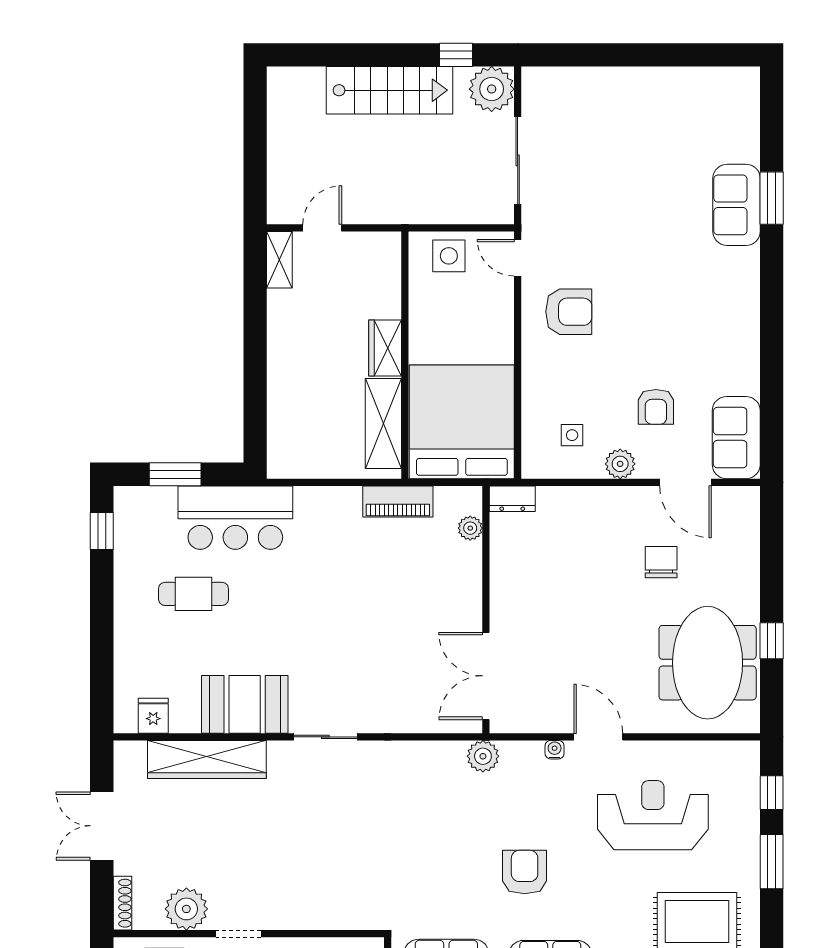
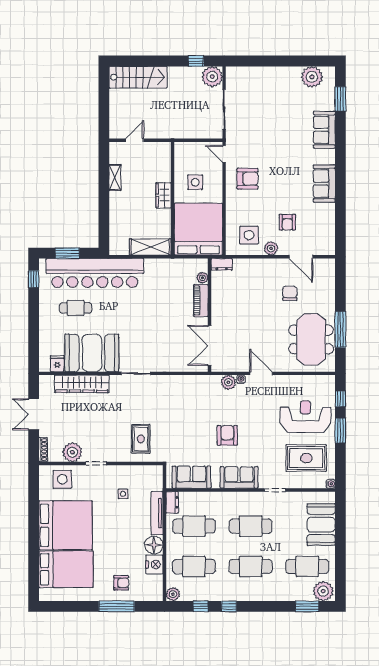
plant: (709, 89) -> (312, 77), added
stairs: (390, 90) -> (138, 77), moved
window: (772, 198) -> (340, 99), moved
side table: (449, 256) -> (195, 182), moved
shelving: (279, 260) -> (115, 177), moved
shelving: (383, 423) -> (150, 247), moved, turned 90
side table: (572, 435) -> (249, 235), width x1.87, depth x1.87
sofa: (736, 438) -> (324, 184), moved
piano: (398, 501) -> (201, 300), moved, turned 90
bar counter: (235, 518) -> (95, 273), width x1.86
window: (772, 641) -> (340, 329), width x2.17
booth: (245, 704) -> (92, 353), width x1.36, depth x1.42
plant: (483, 756) -> (228, 382), moved
reception desk: (653, 815) -> (305, 417), moved
rug: (336, 880) -> (141, 439), added

